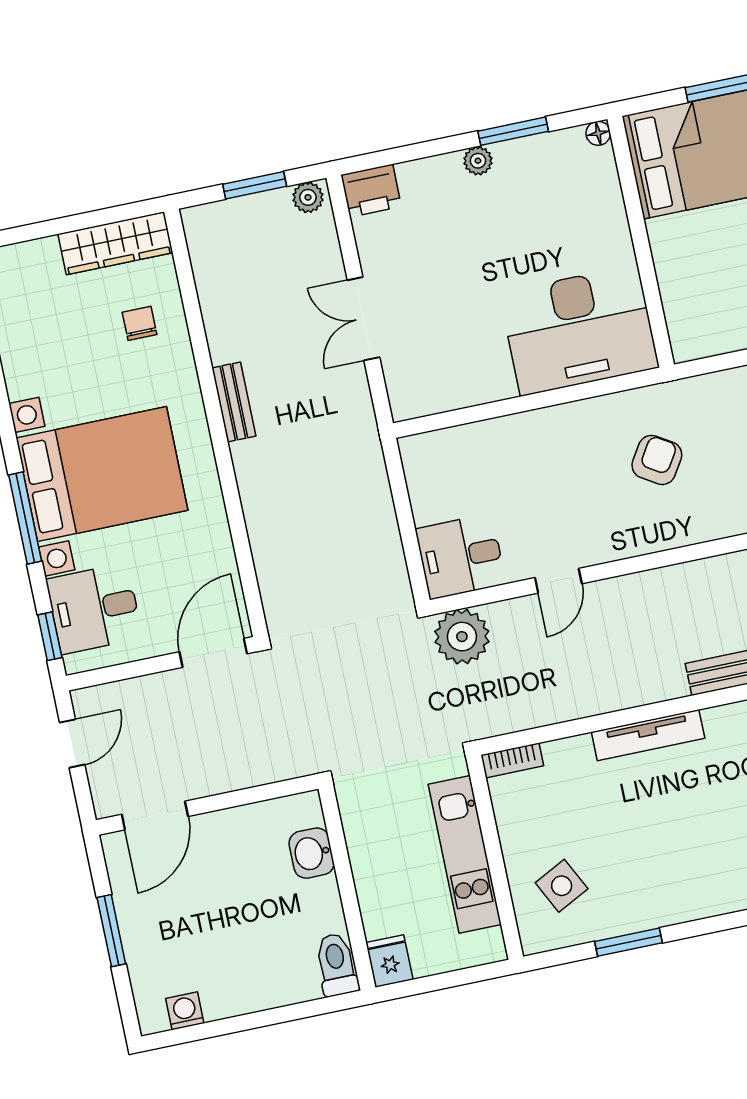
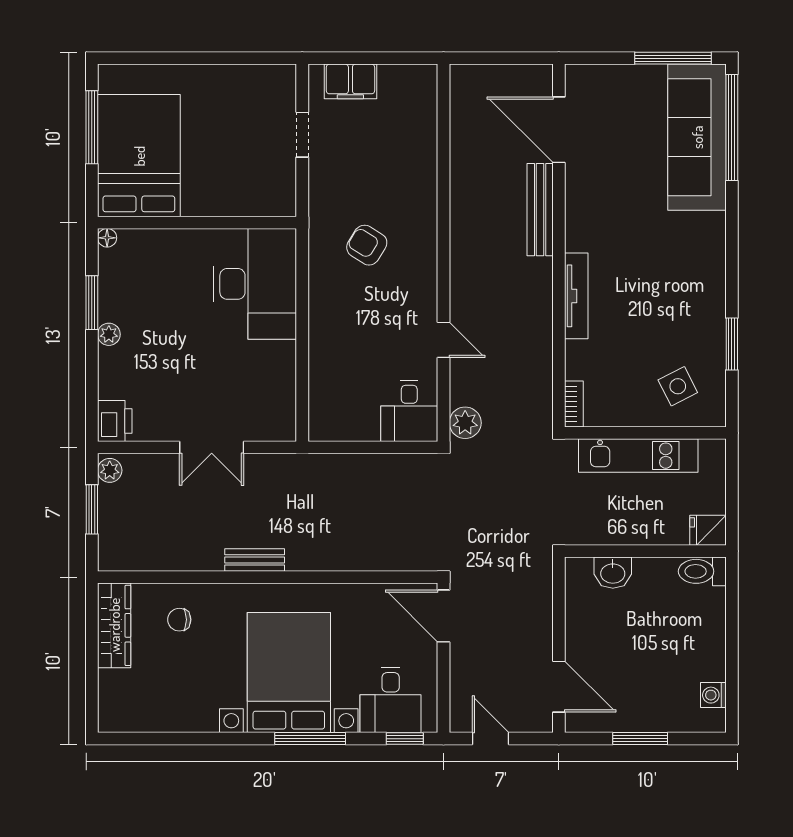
plant: (462, 637) -> (465, 423), width x0.73, depth x0.73

